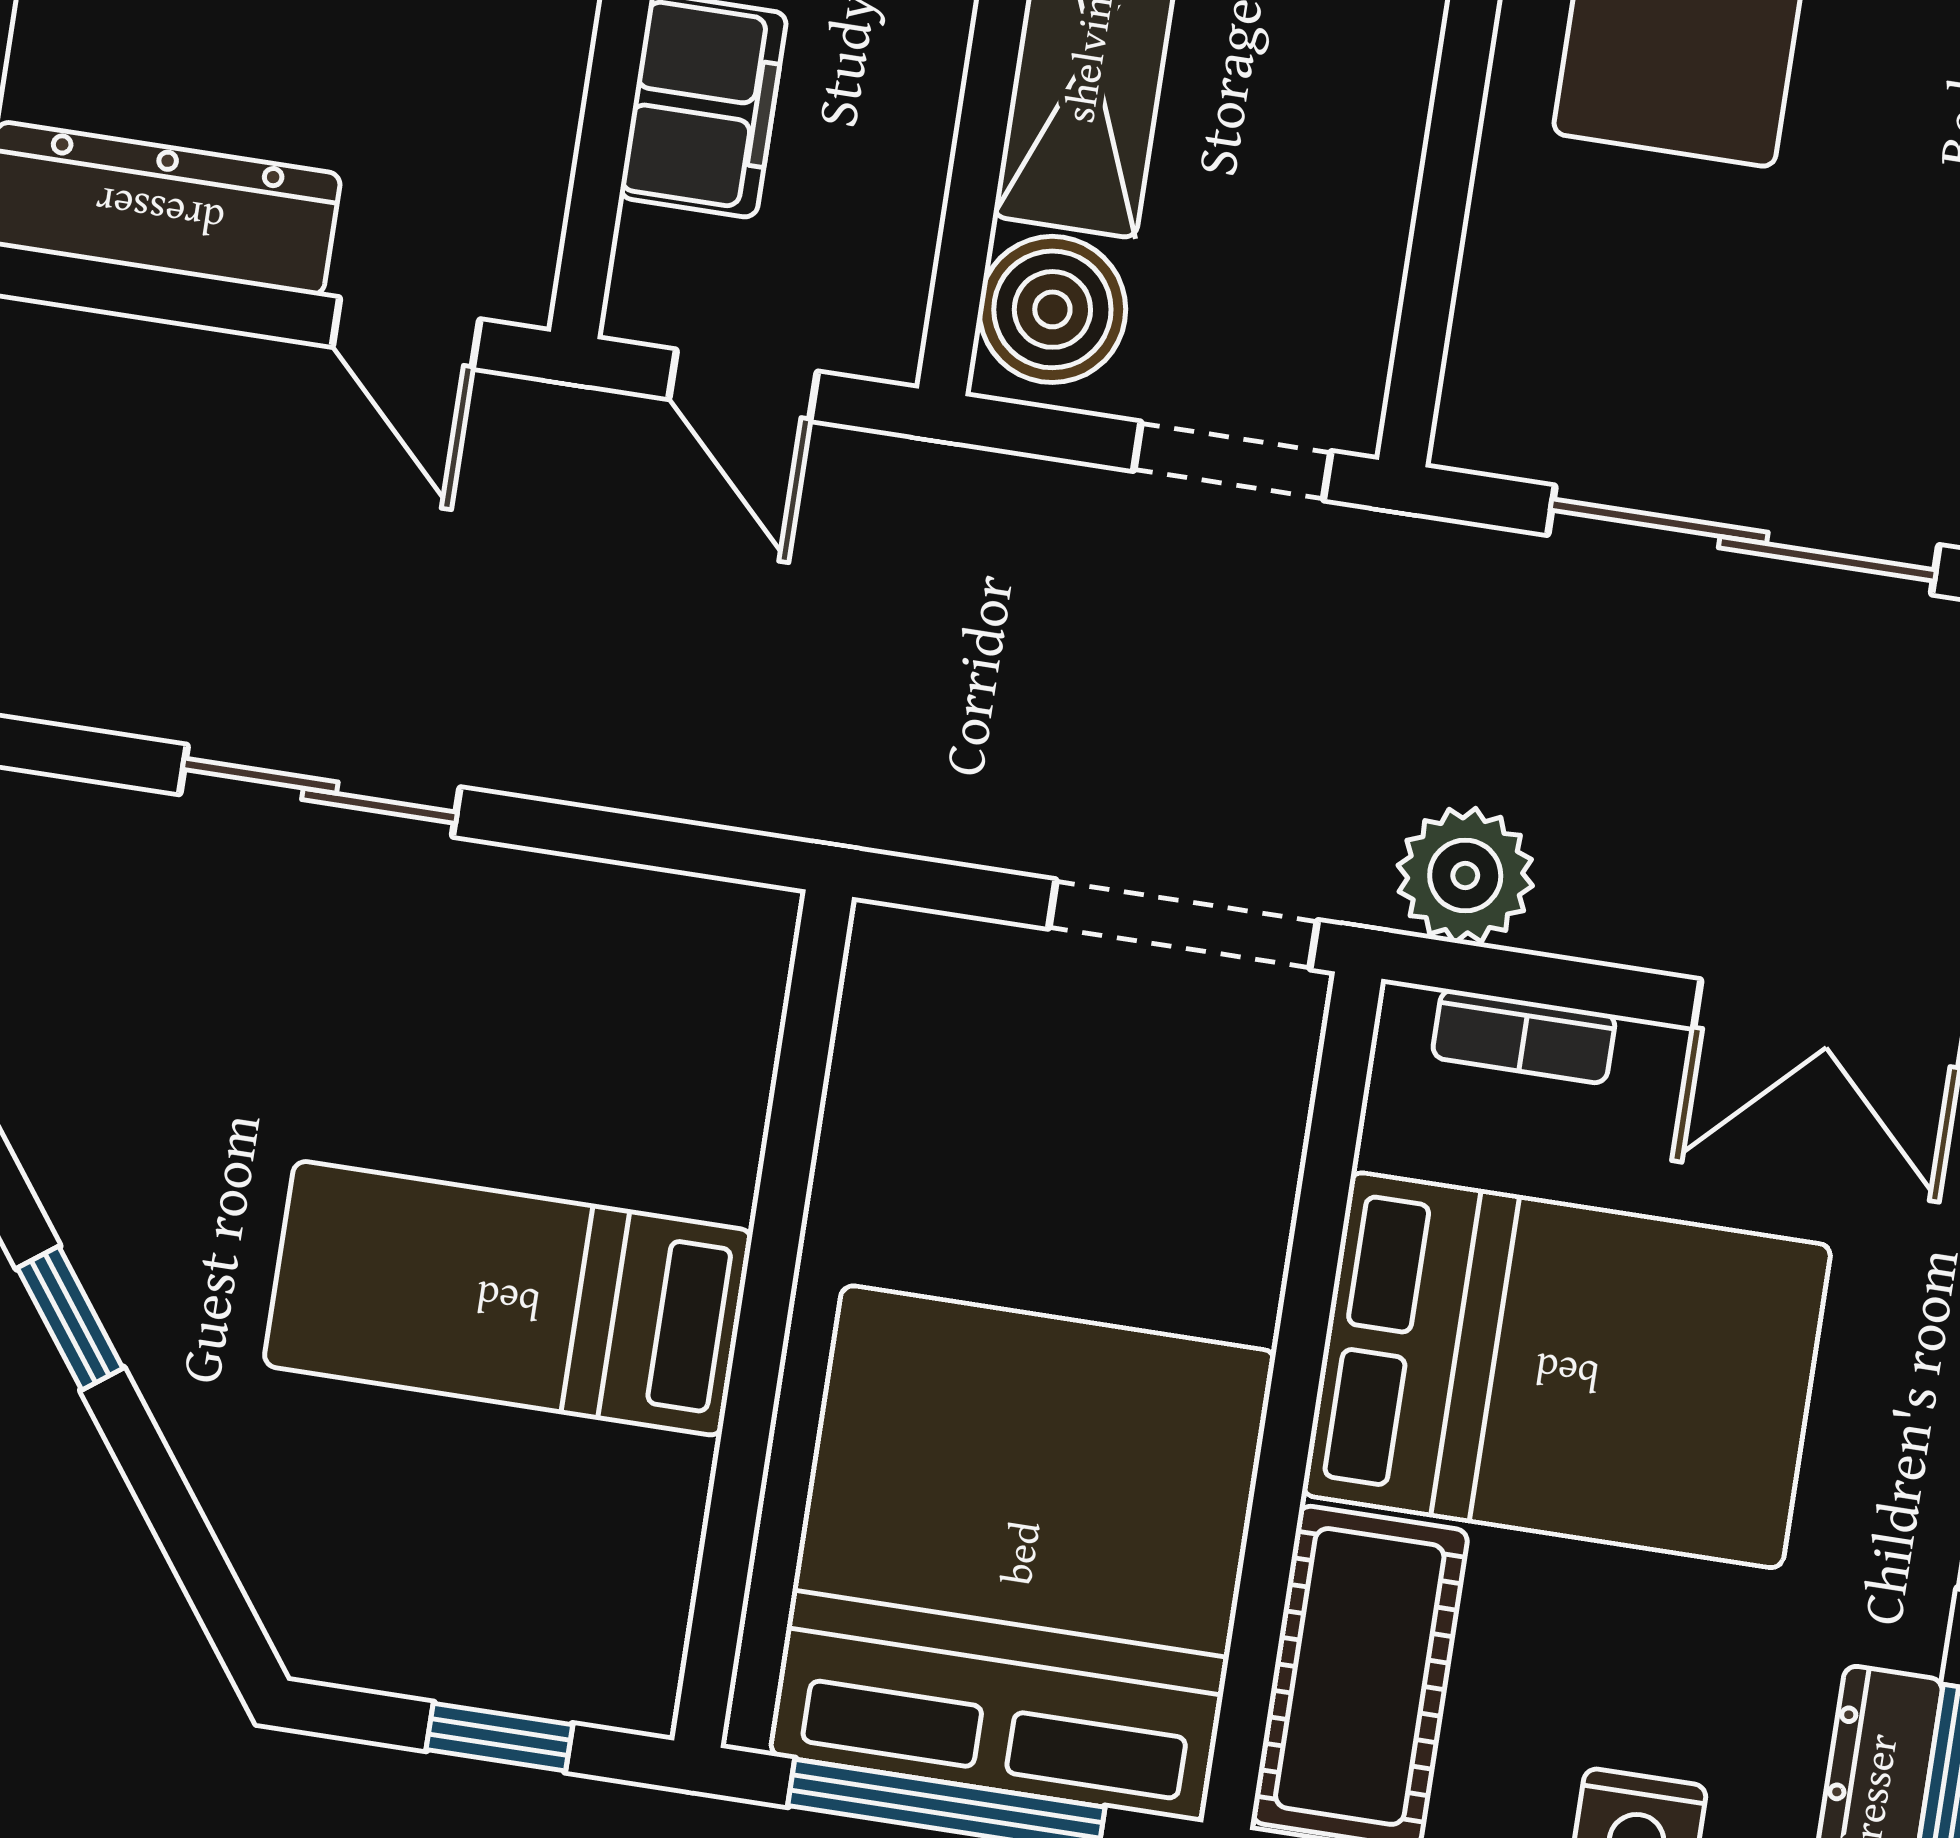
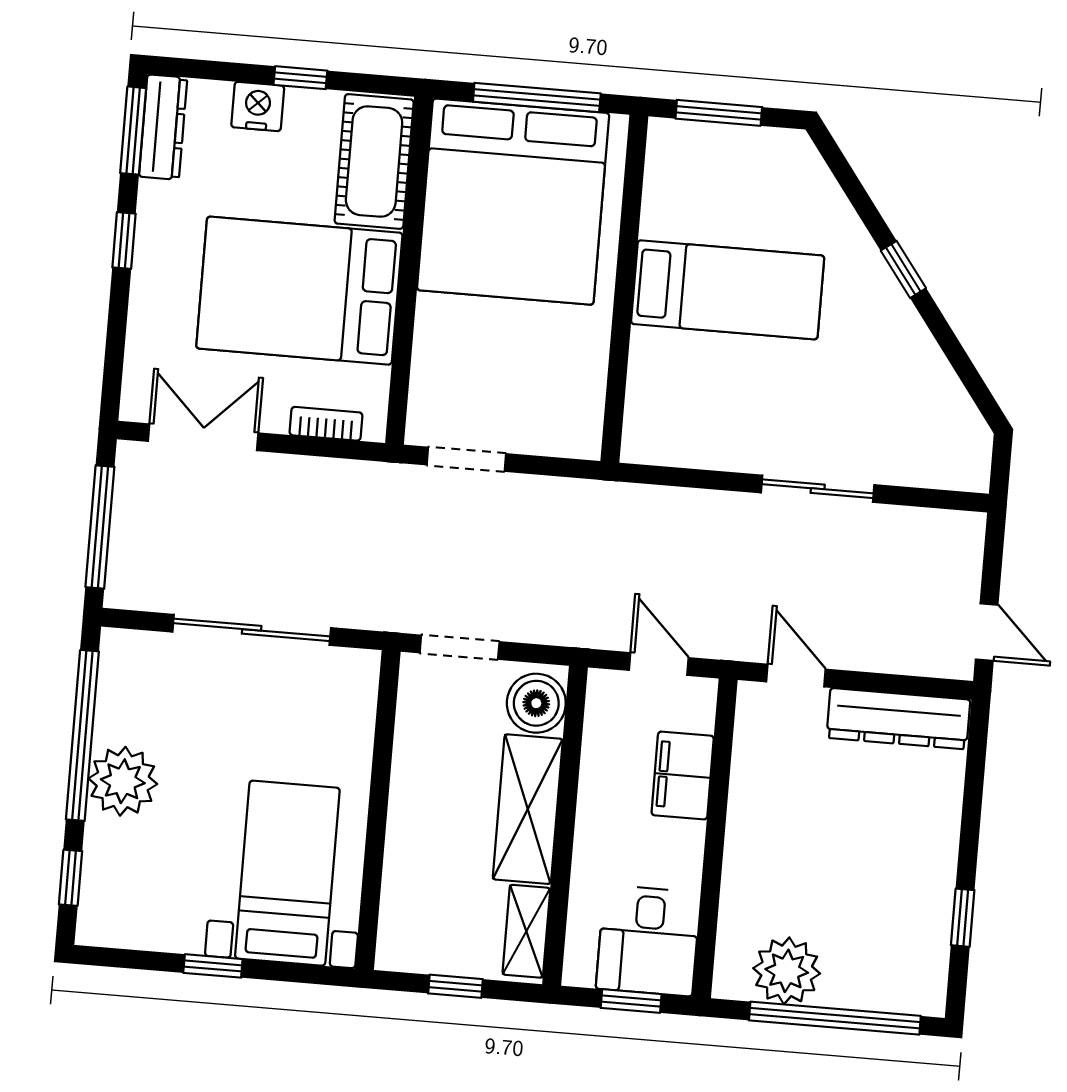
plant: (1465, 875) -> (354, 487), removed
doorway: (1183, 924) -> (466, 459), width x0.73
window: (499, 1737) -> (719, 113), width x1.50

